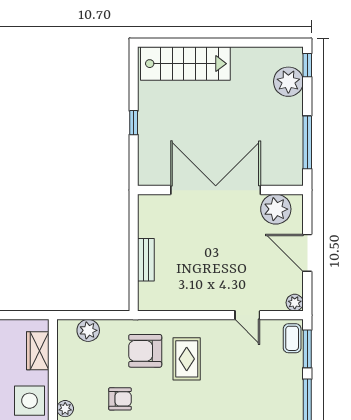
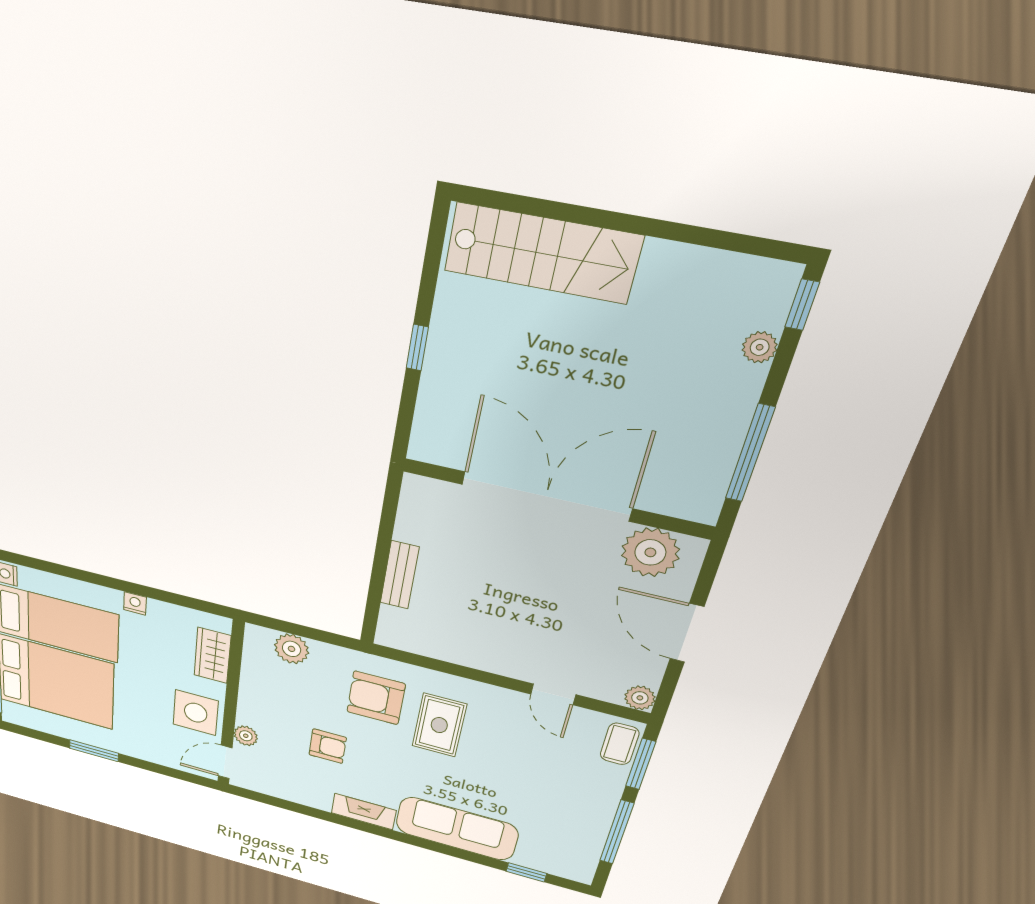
plant: (288, 82) -> (760, 347), width x0.53, depth x0.53

